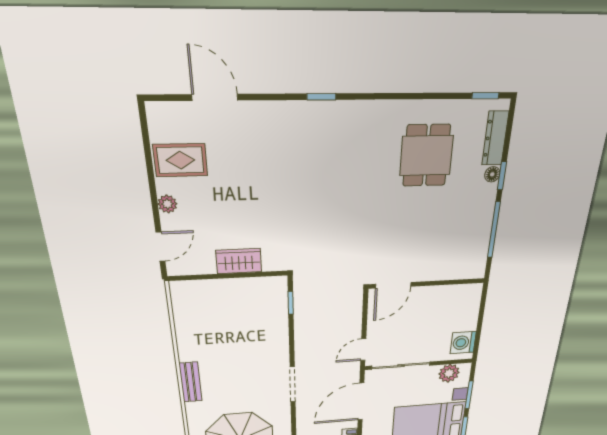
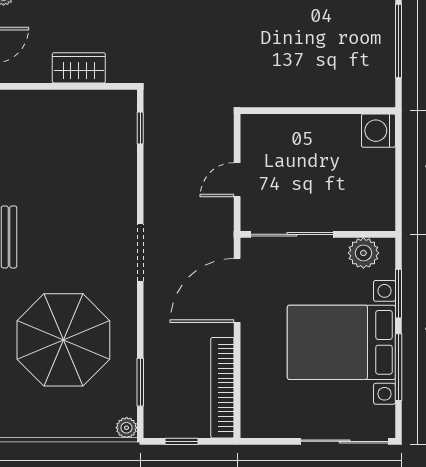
door: (393, 285) -> (273, 111), removed
washing machine: (463, 343) -> (378, 131), moved
door: (363, 350) -> (237, 180), moved

